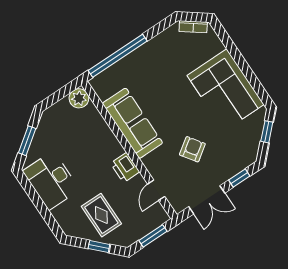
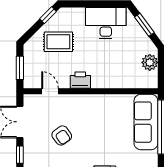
plant: (79, 98) -> (150, 62), moved
sofa: (132, 123) -> (146, 122), moved, turned 90
window: (99, 247) -> (48, 15), moved

